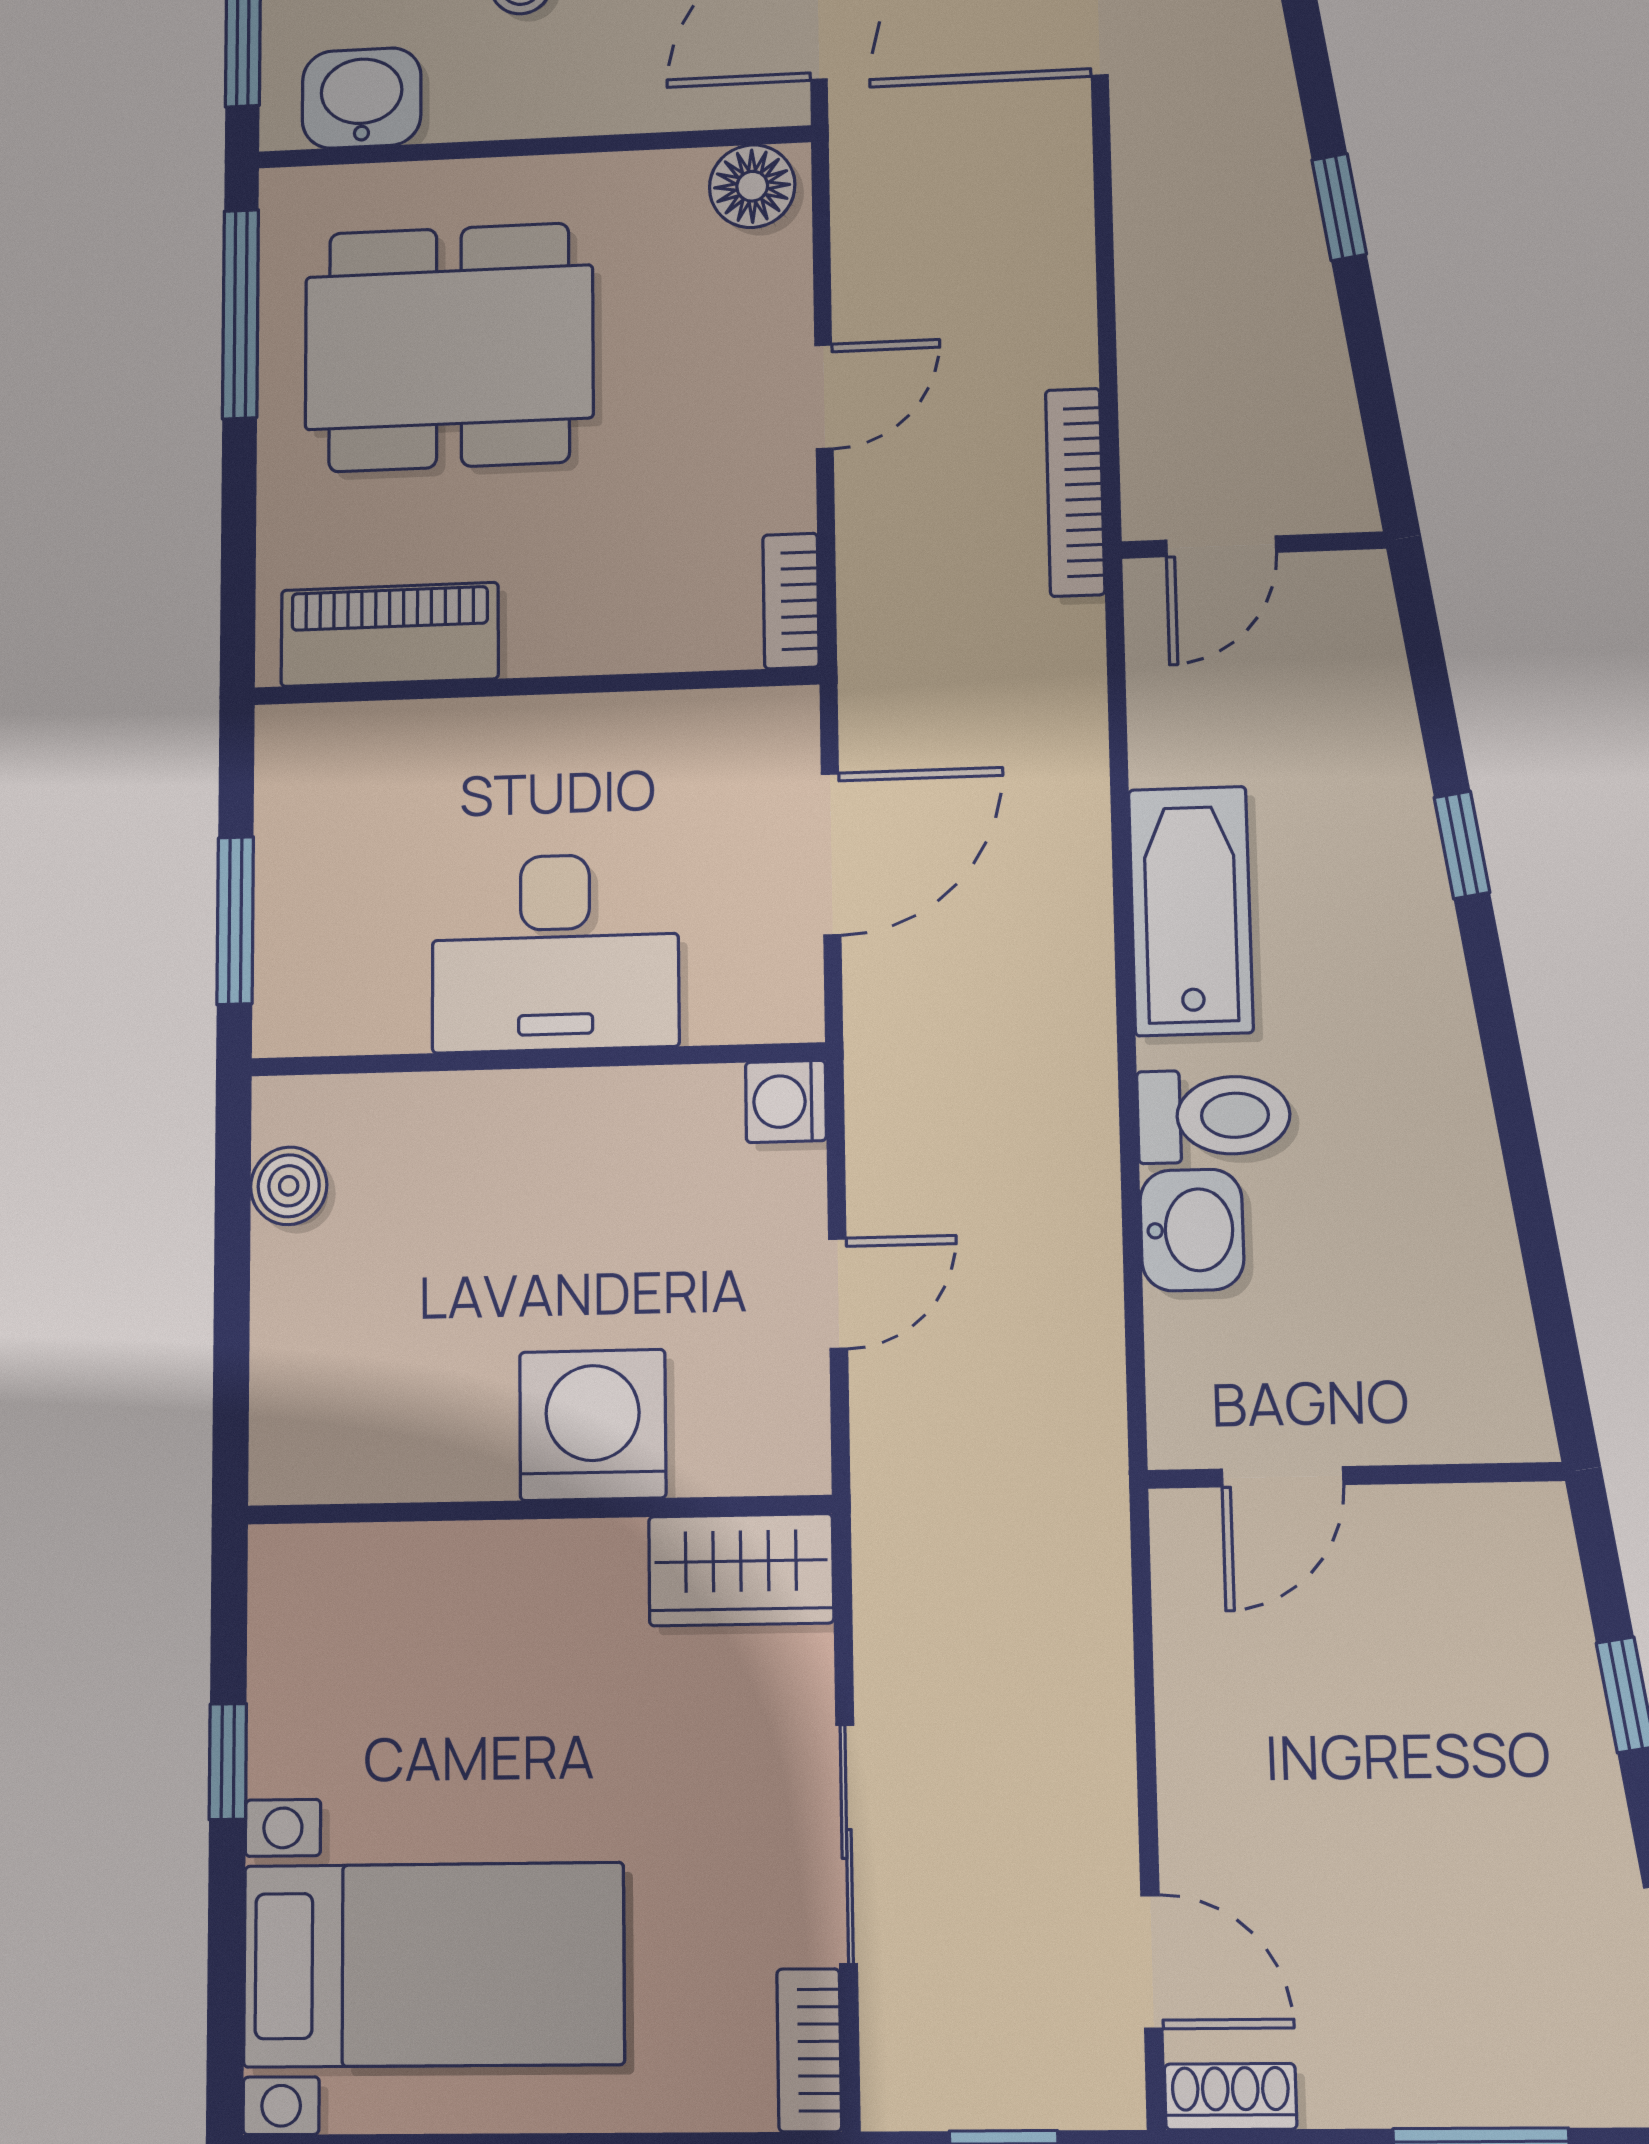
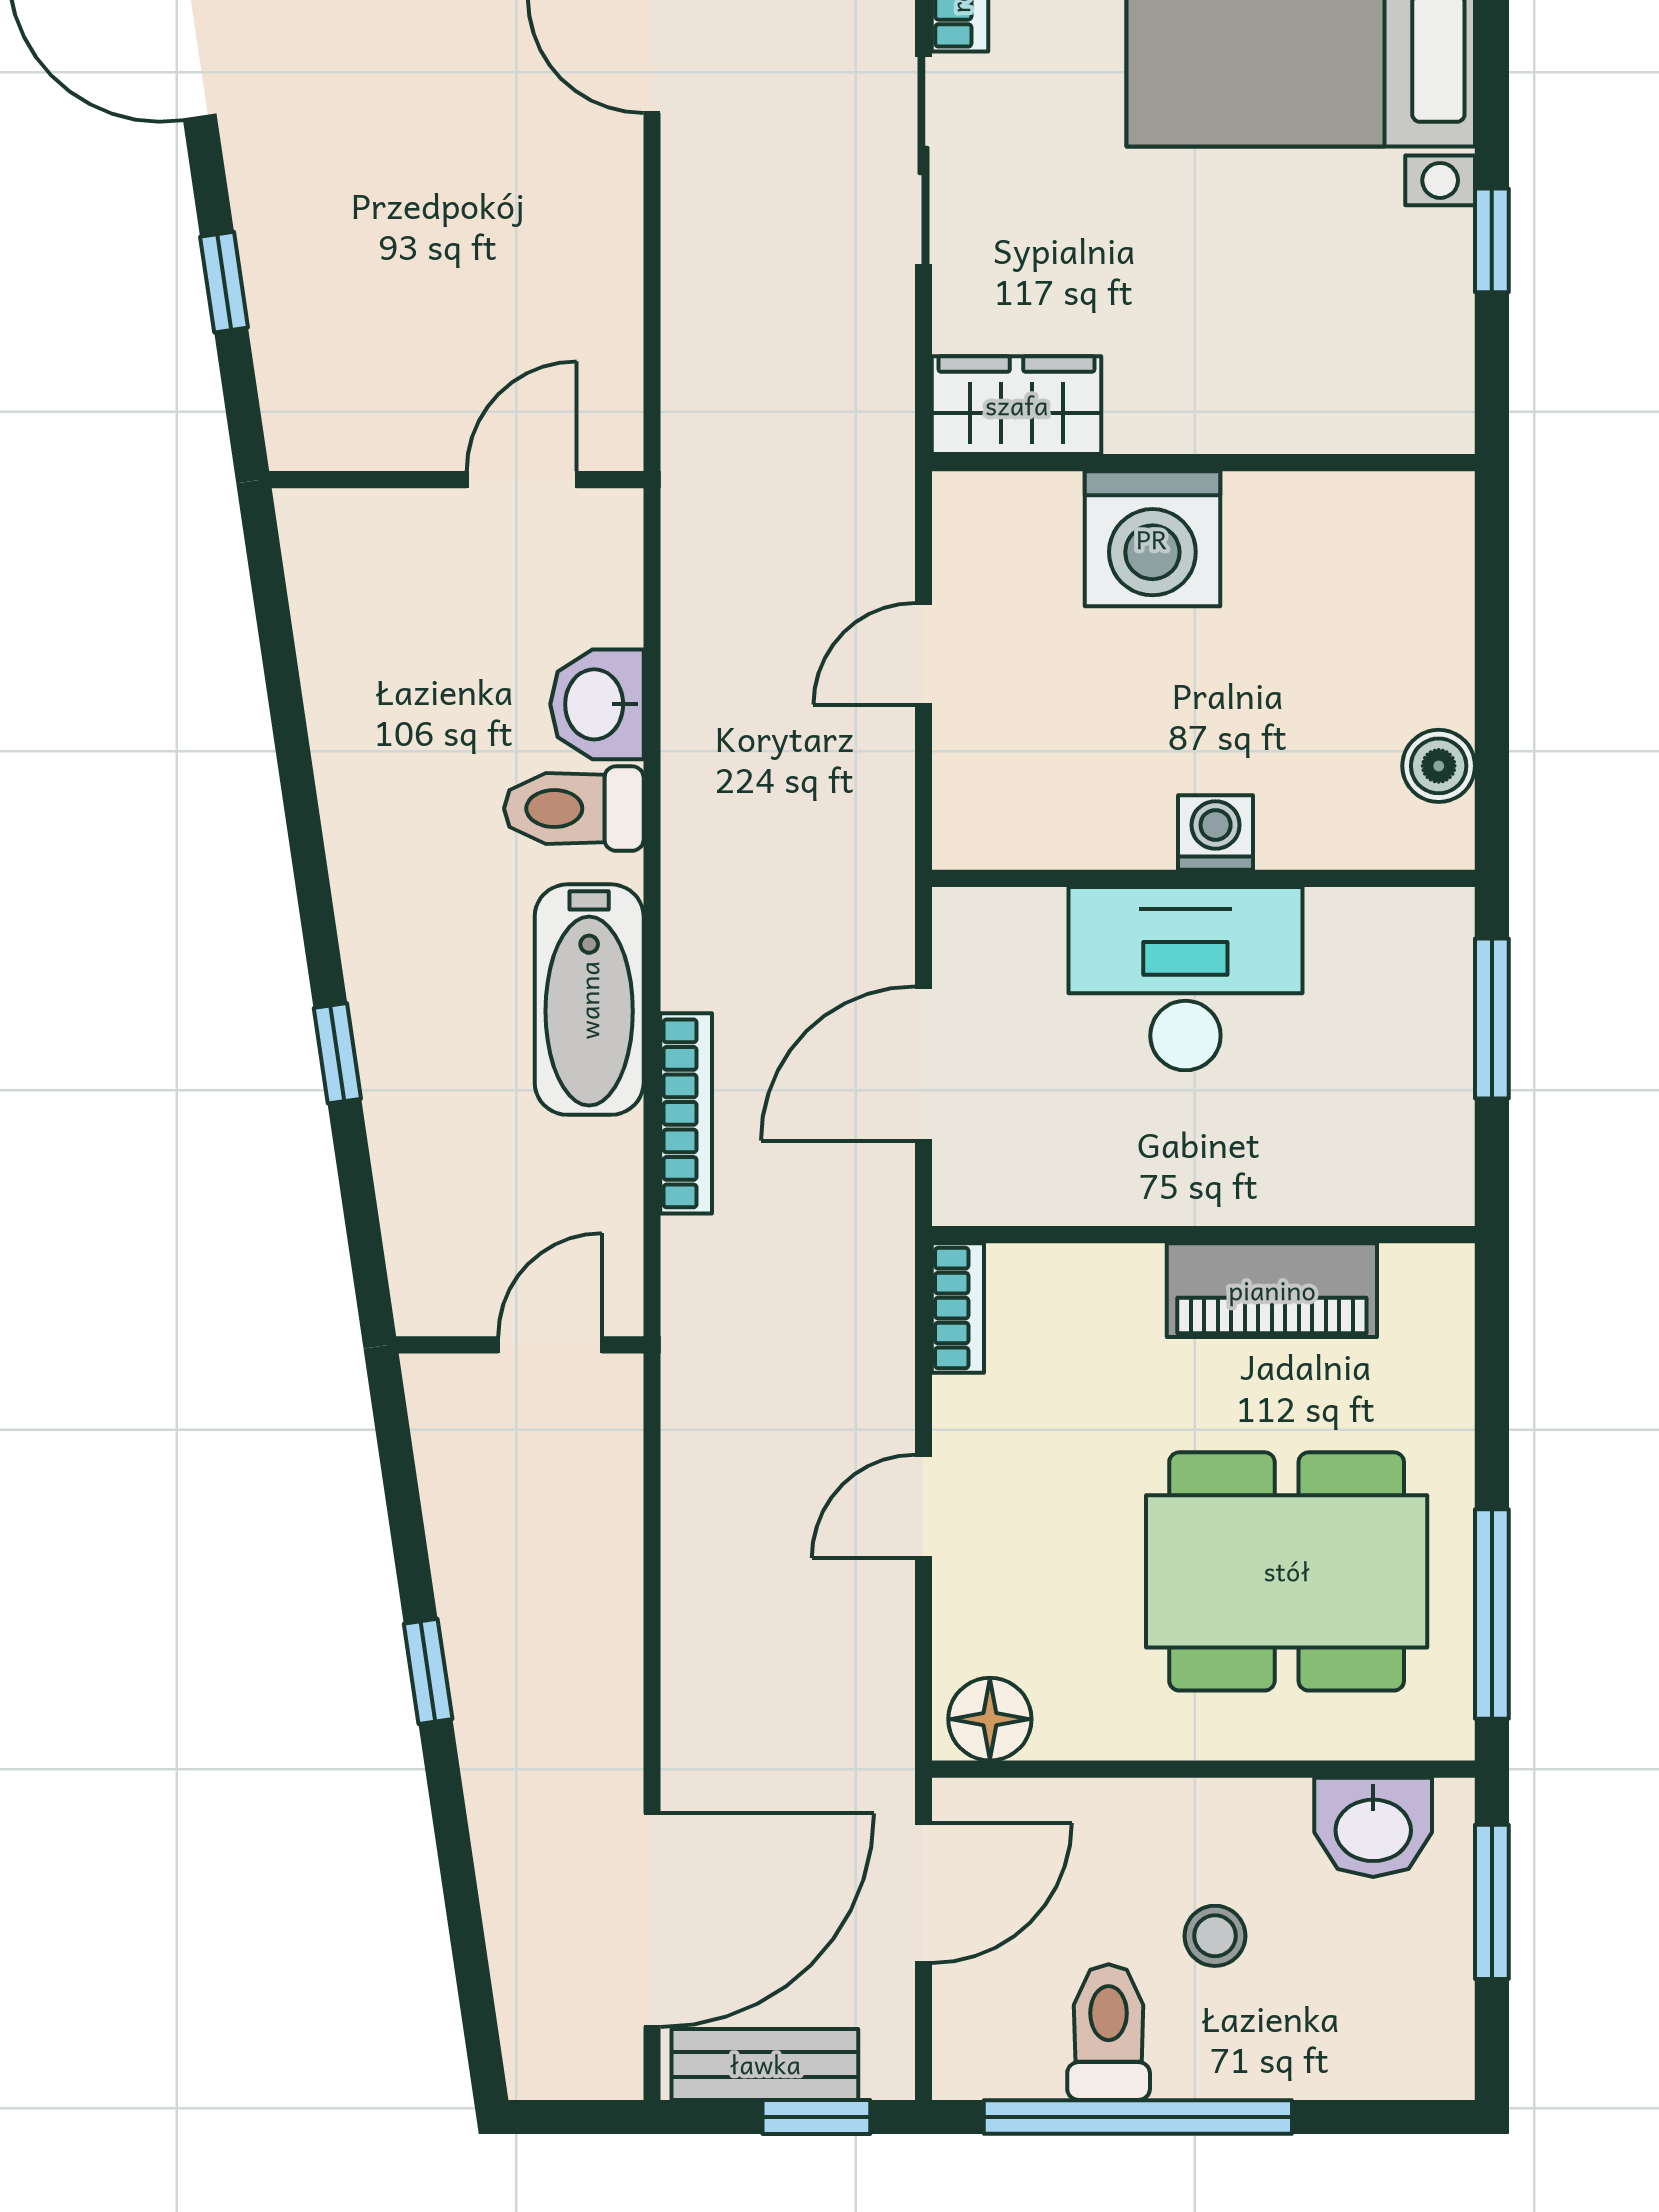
bookcase: (1075, 492) -> (686, 1113), moved
piano: (390, 634) -> (1272, 1290), moved
washing machine: (786, 1101) -> (1216, 832), moved, turned -90

